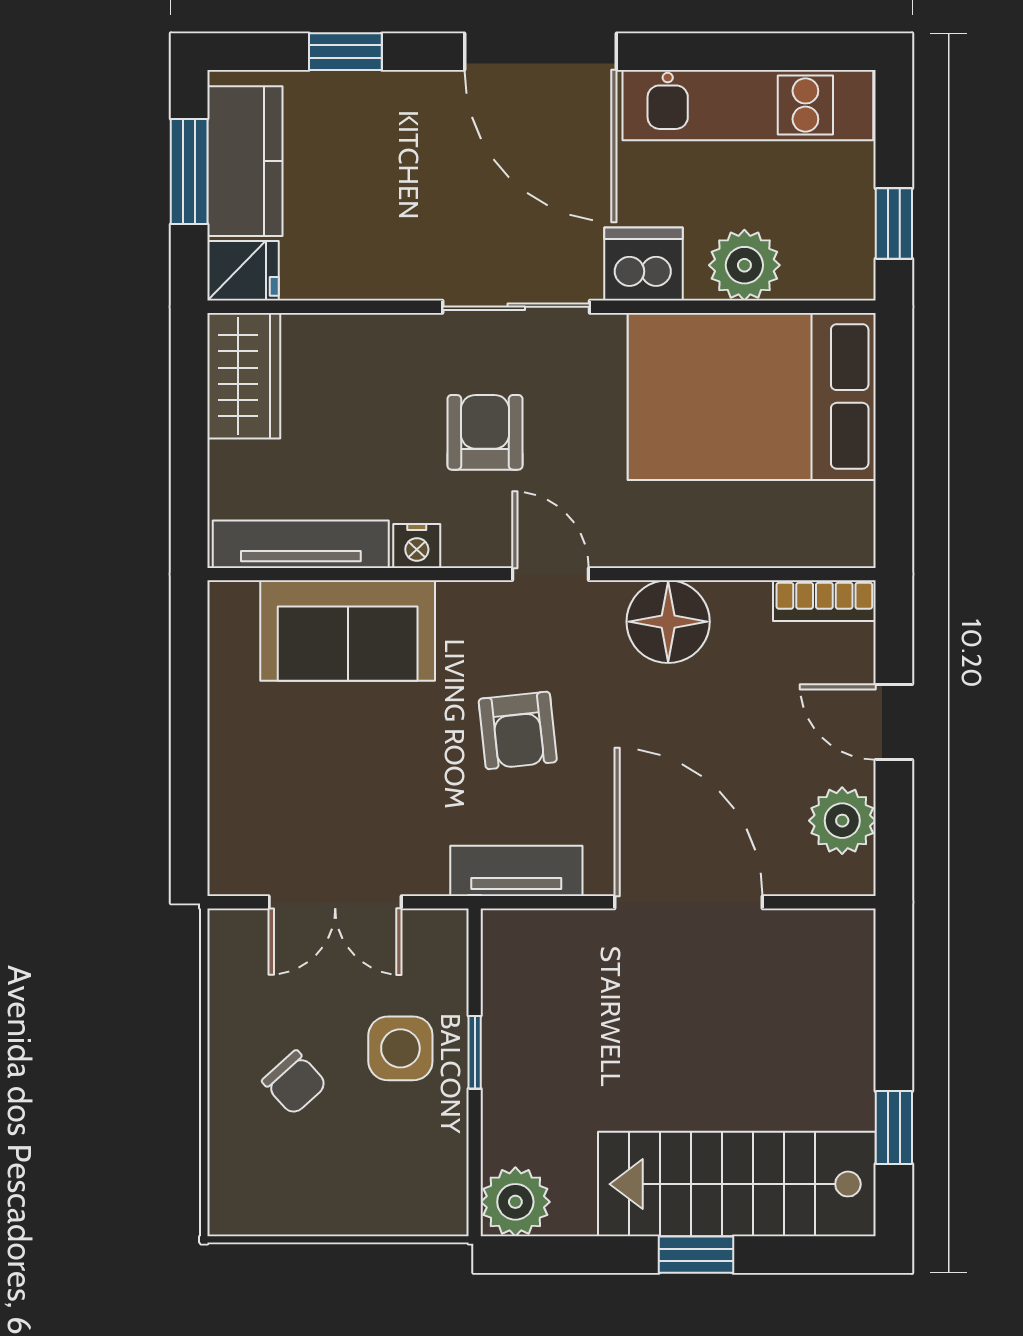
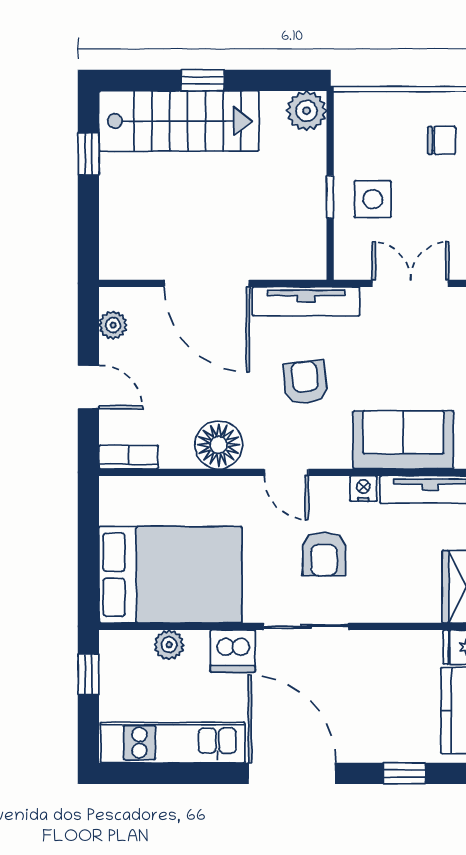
plant: (744, 265) -> (169, 645), width x0.73, depth x0.73
plant: (842, 821) -> (113, 325), width x0.73, depth x0.73
tv unit: (516, 871) -> (306, 301), width x1.41
chair: (295, 1083) -> (441, 140), moved, turned 132

